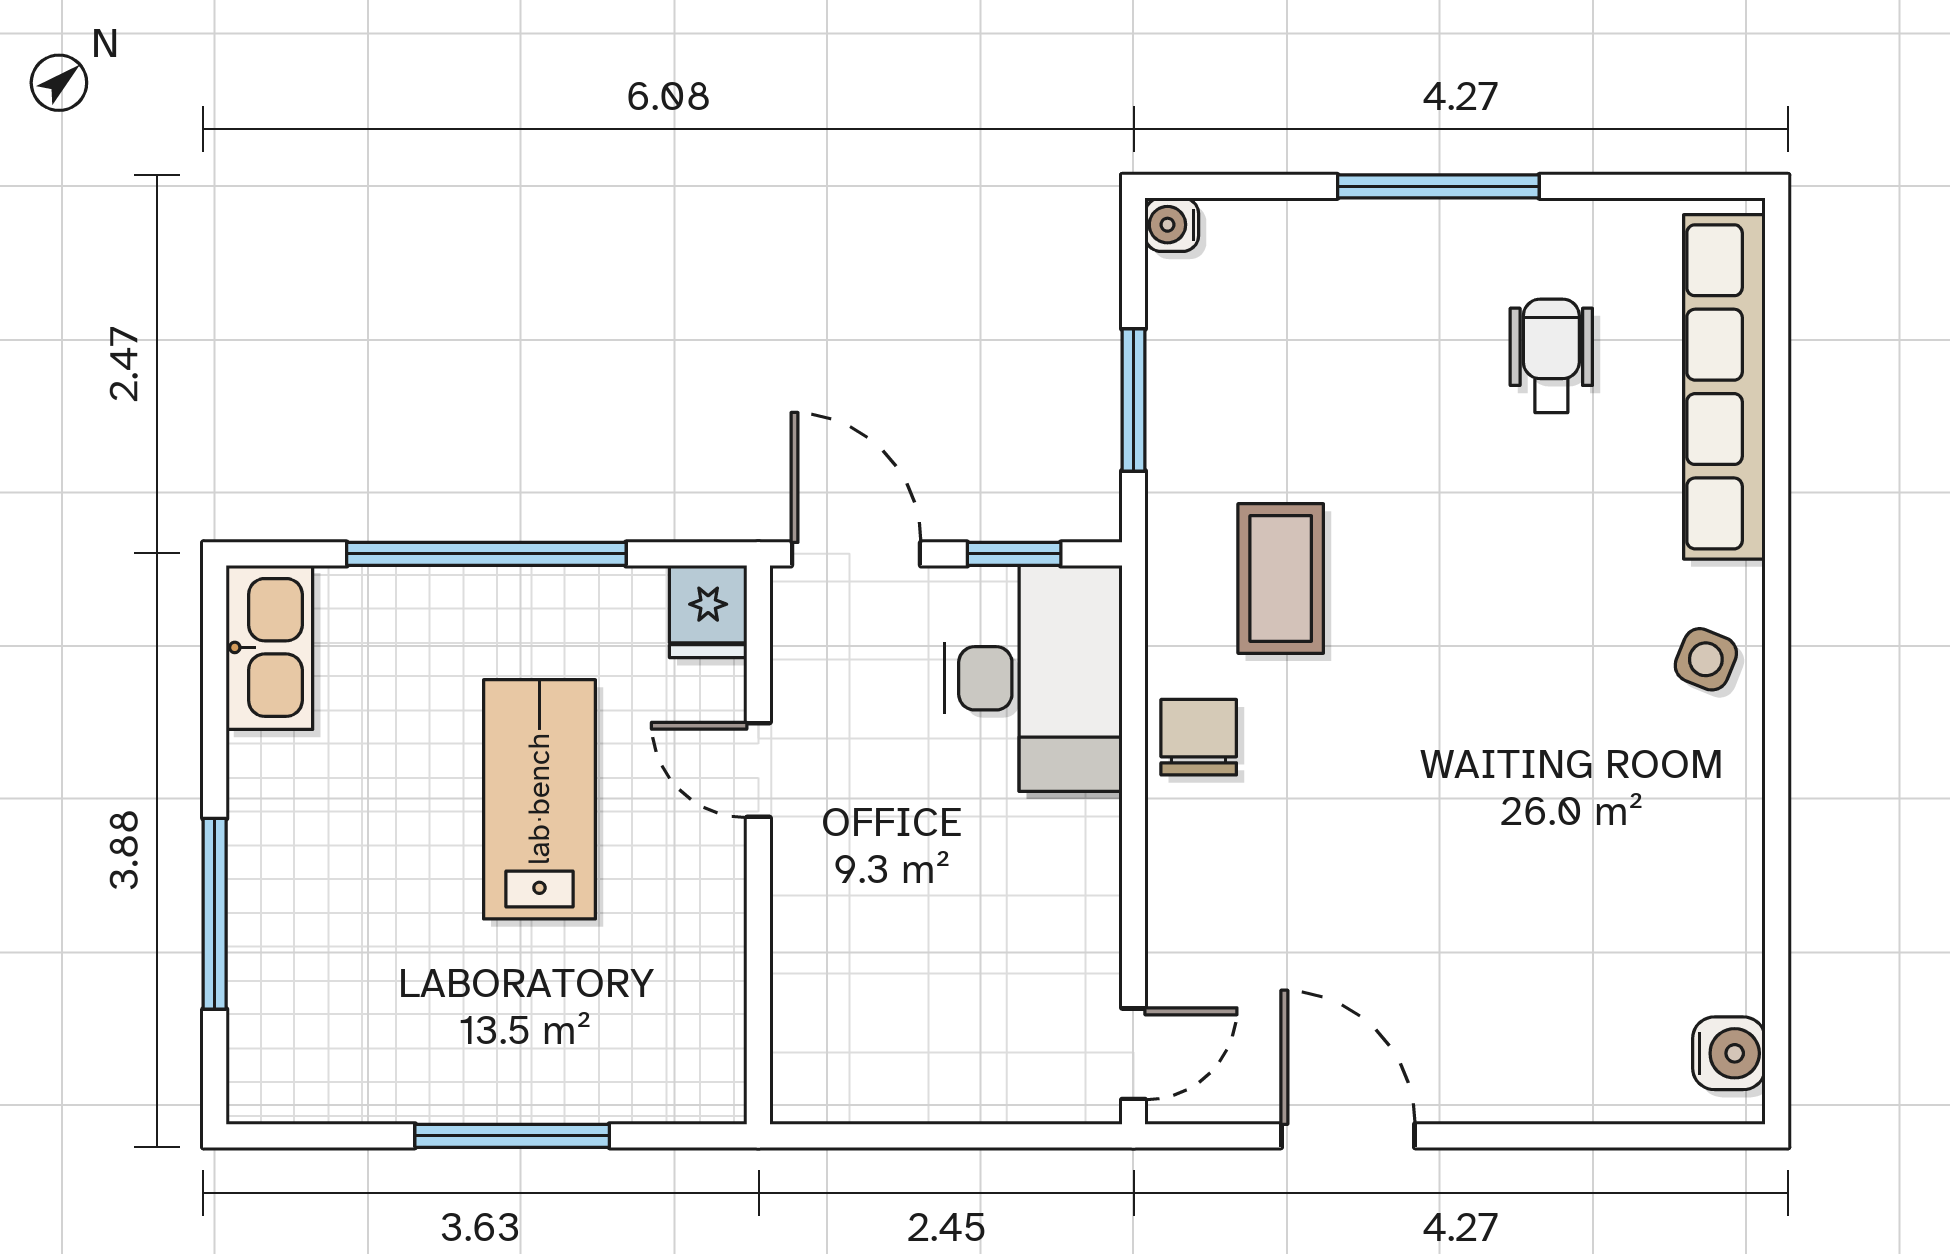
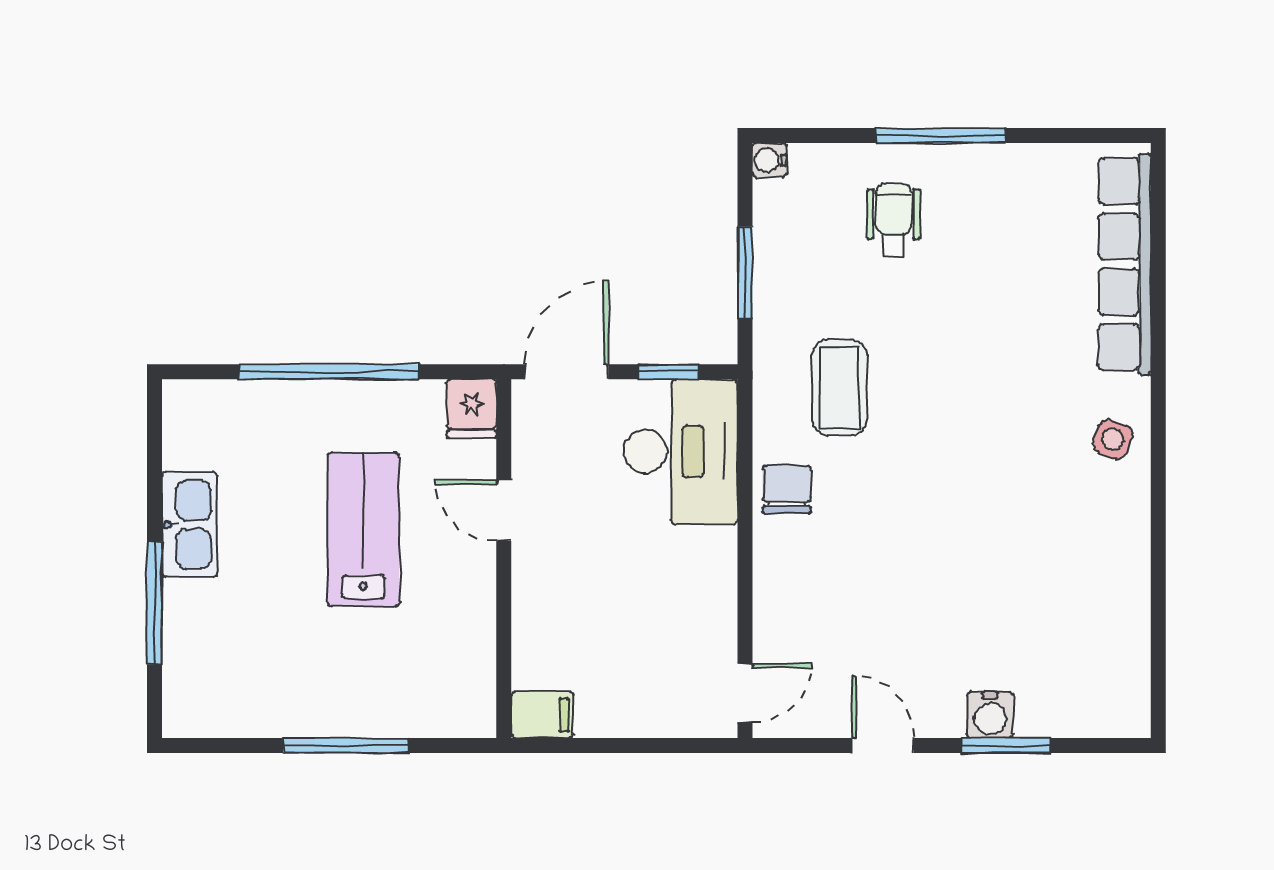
wheelchair: (1551, 356) -> (894, 220), moved
door: (856, 554) -> (567, 372), hinge flipped
kitchen sink: (269, 647) -> (190, 525), moved
water cooler: (1729, 1053) -> (990, 715), moved, turned 90
filing cabinet: (818, 1088) -> (542, 715), added
door: (1348, 1136) -> (883, 746), width x0.73
window: (1539, 1136) -> (1006, 746), added

